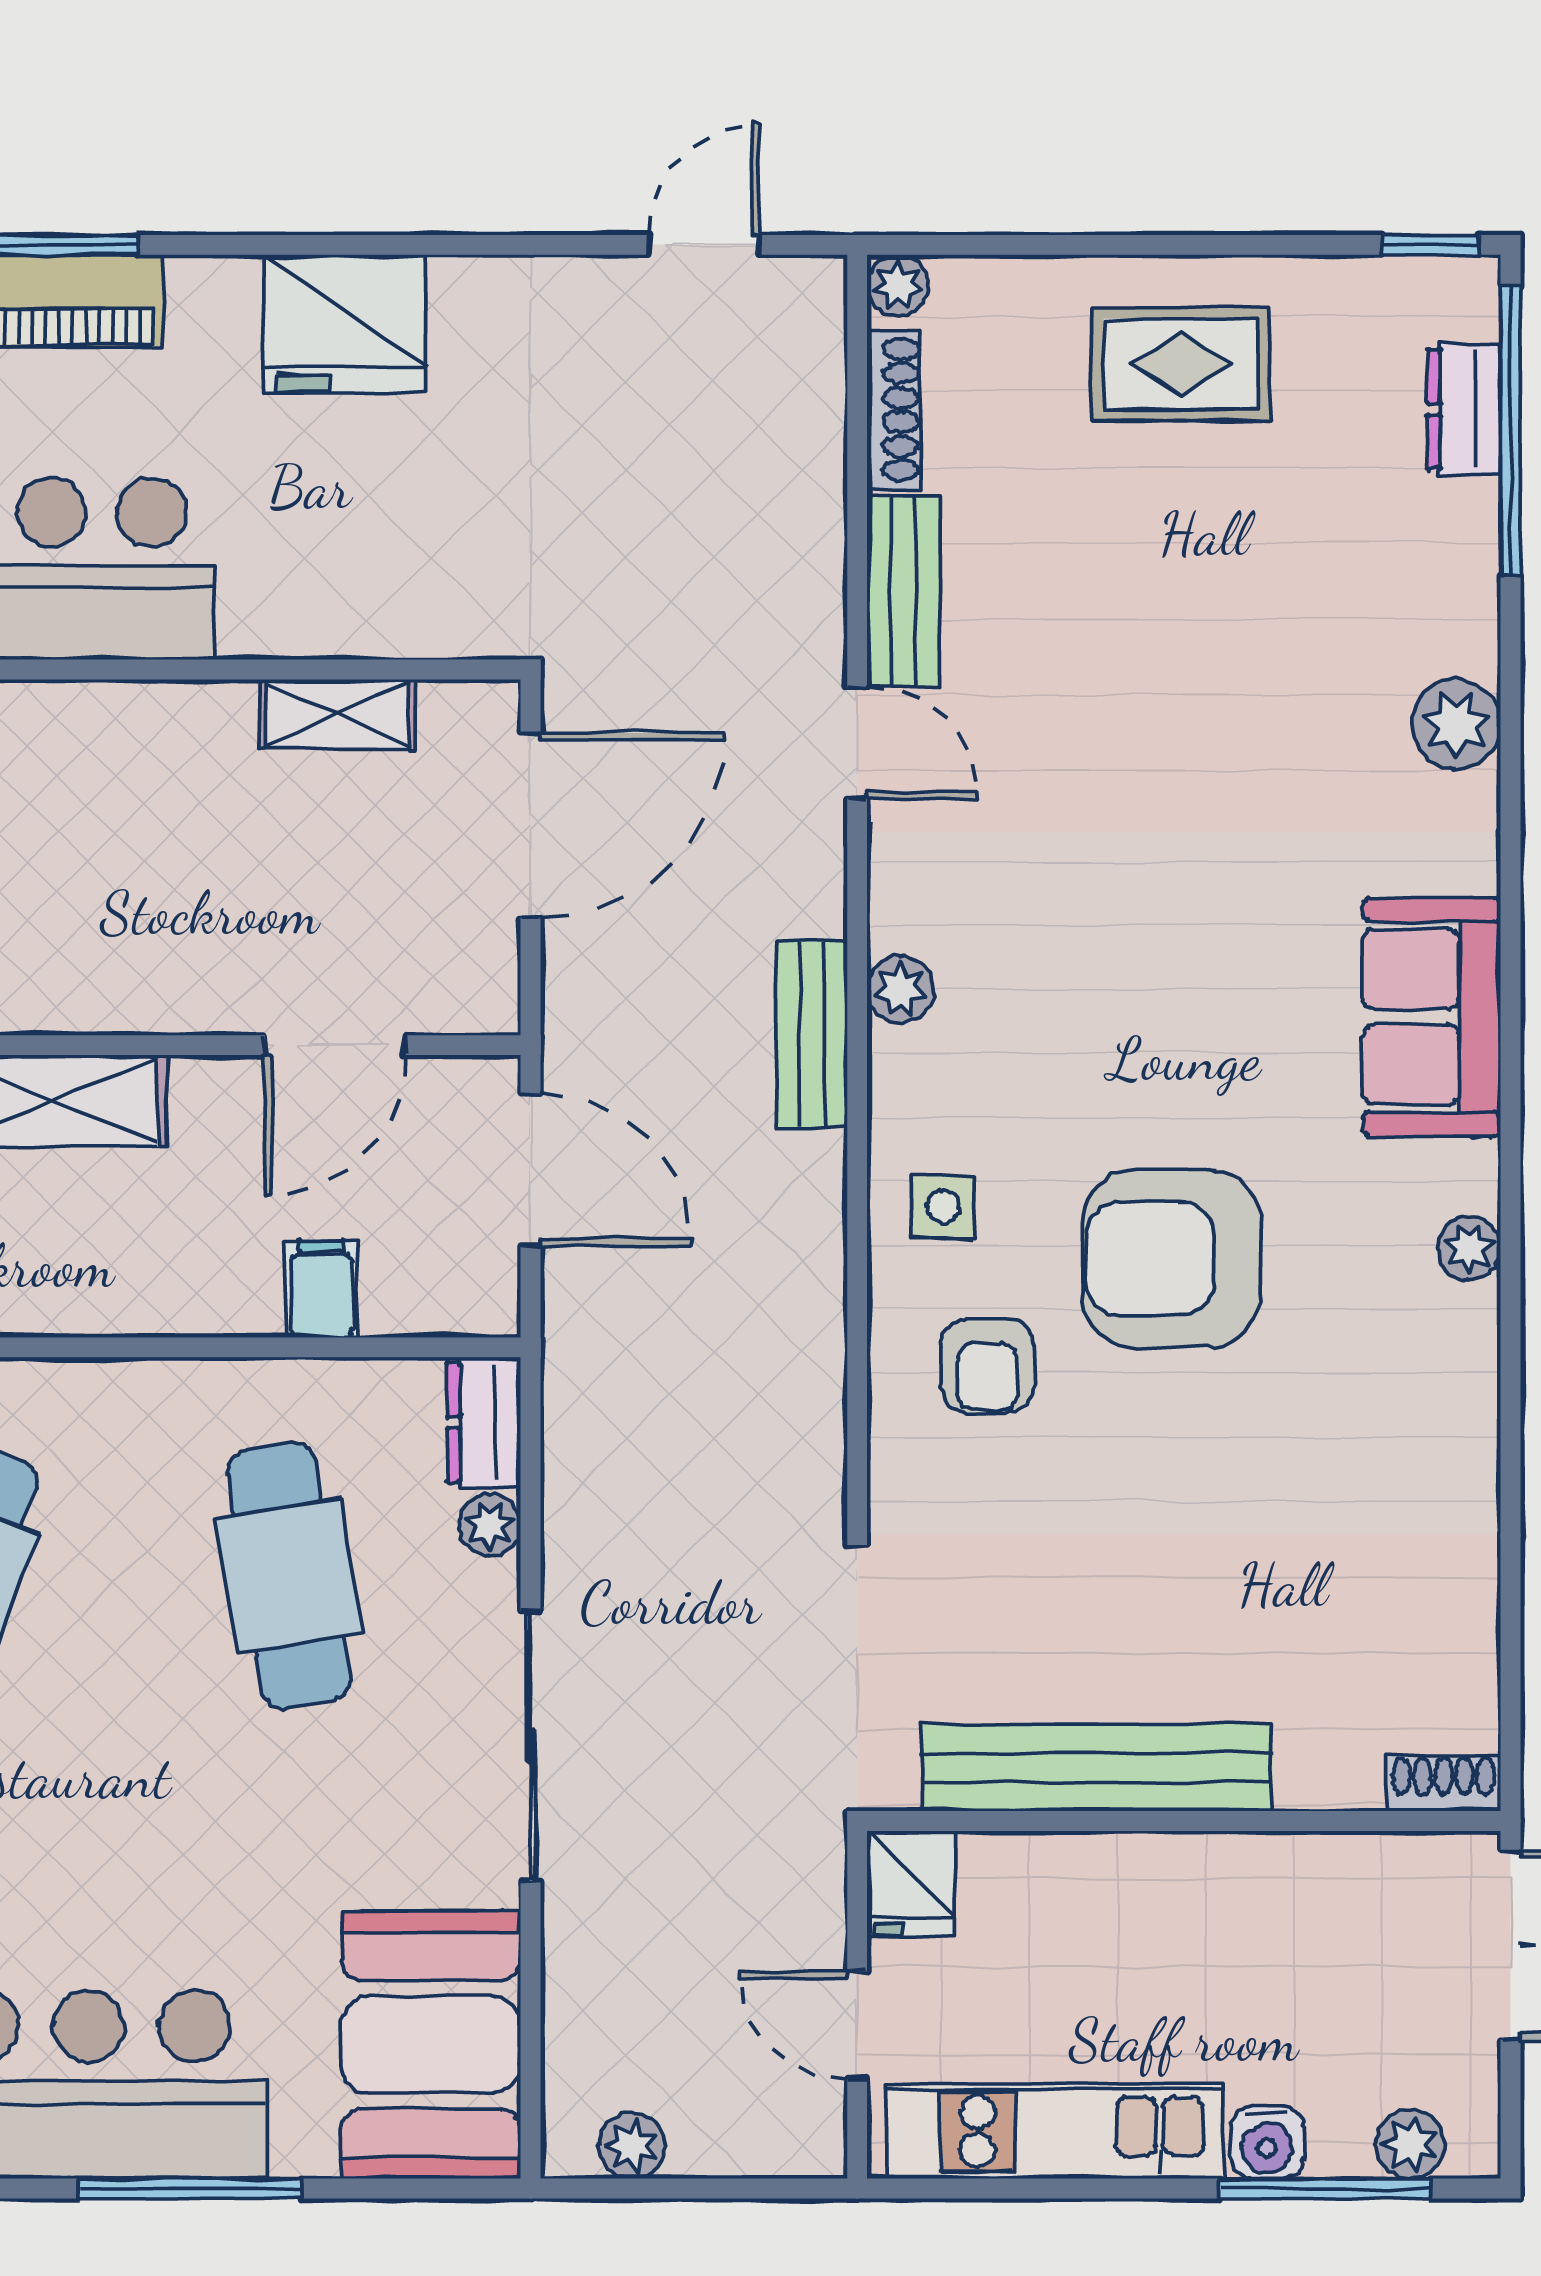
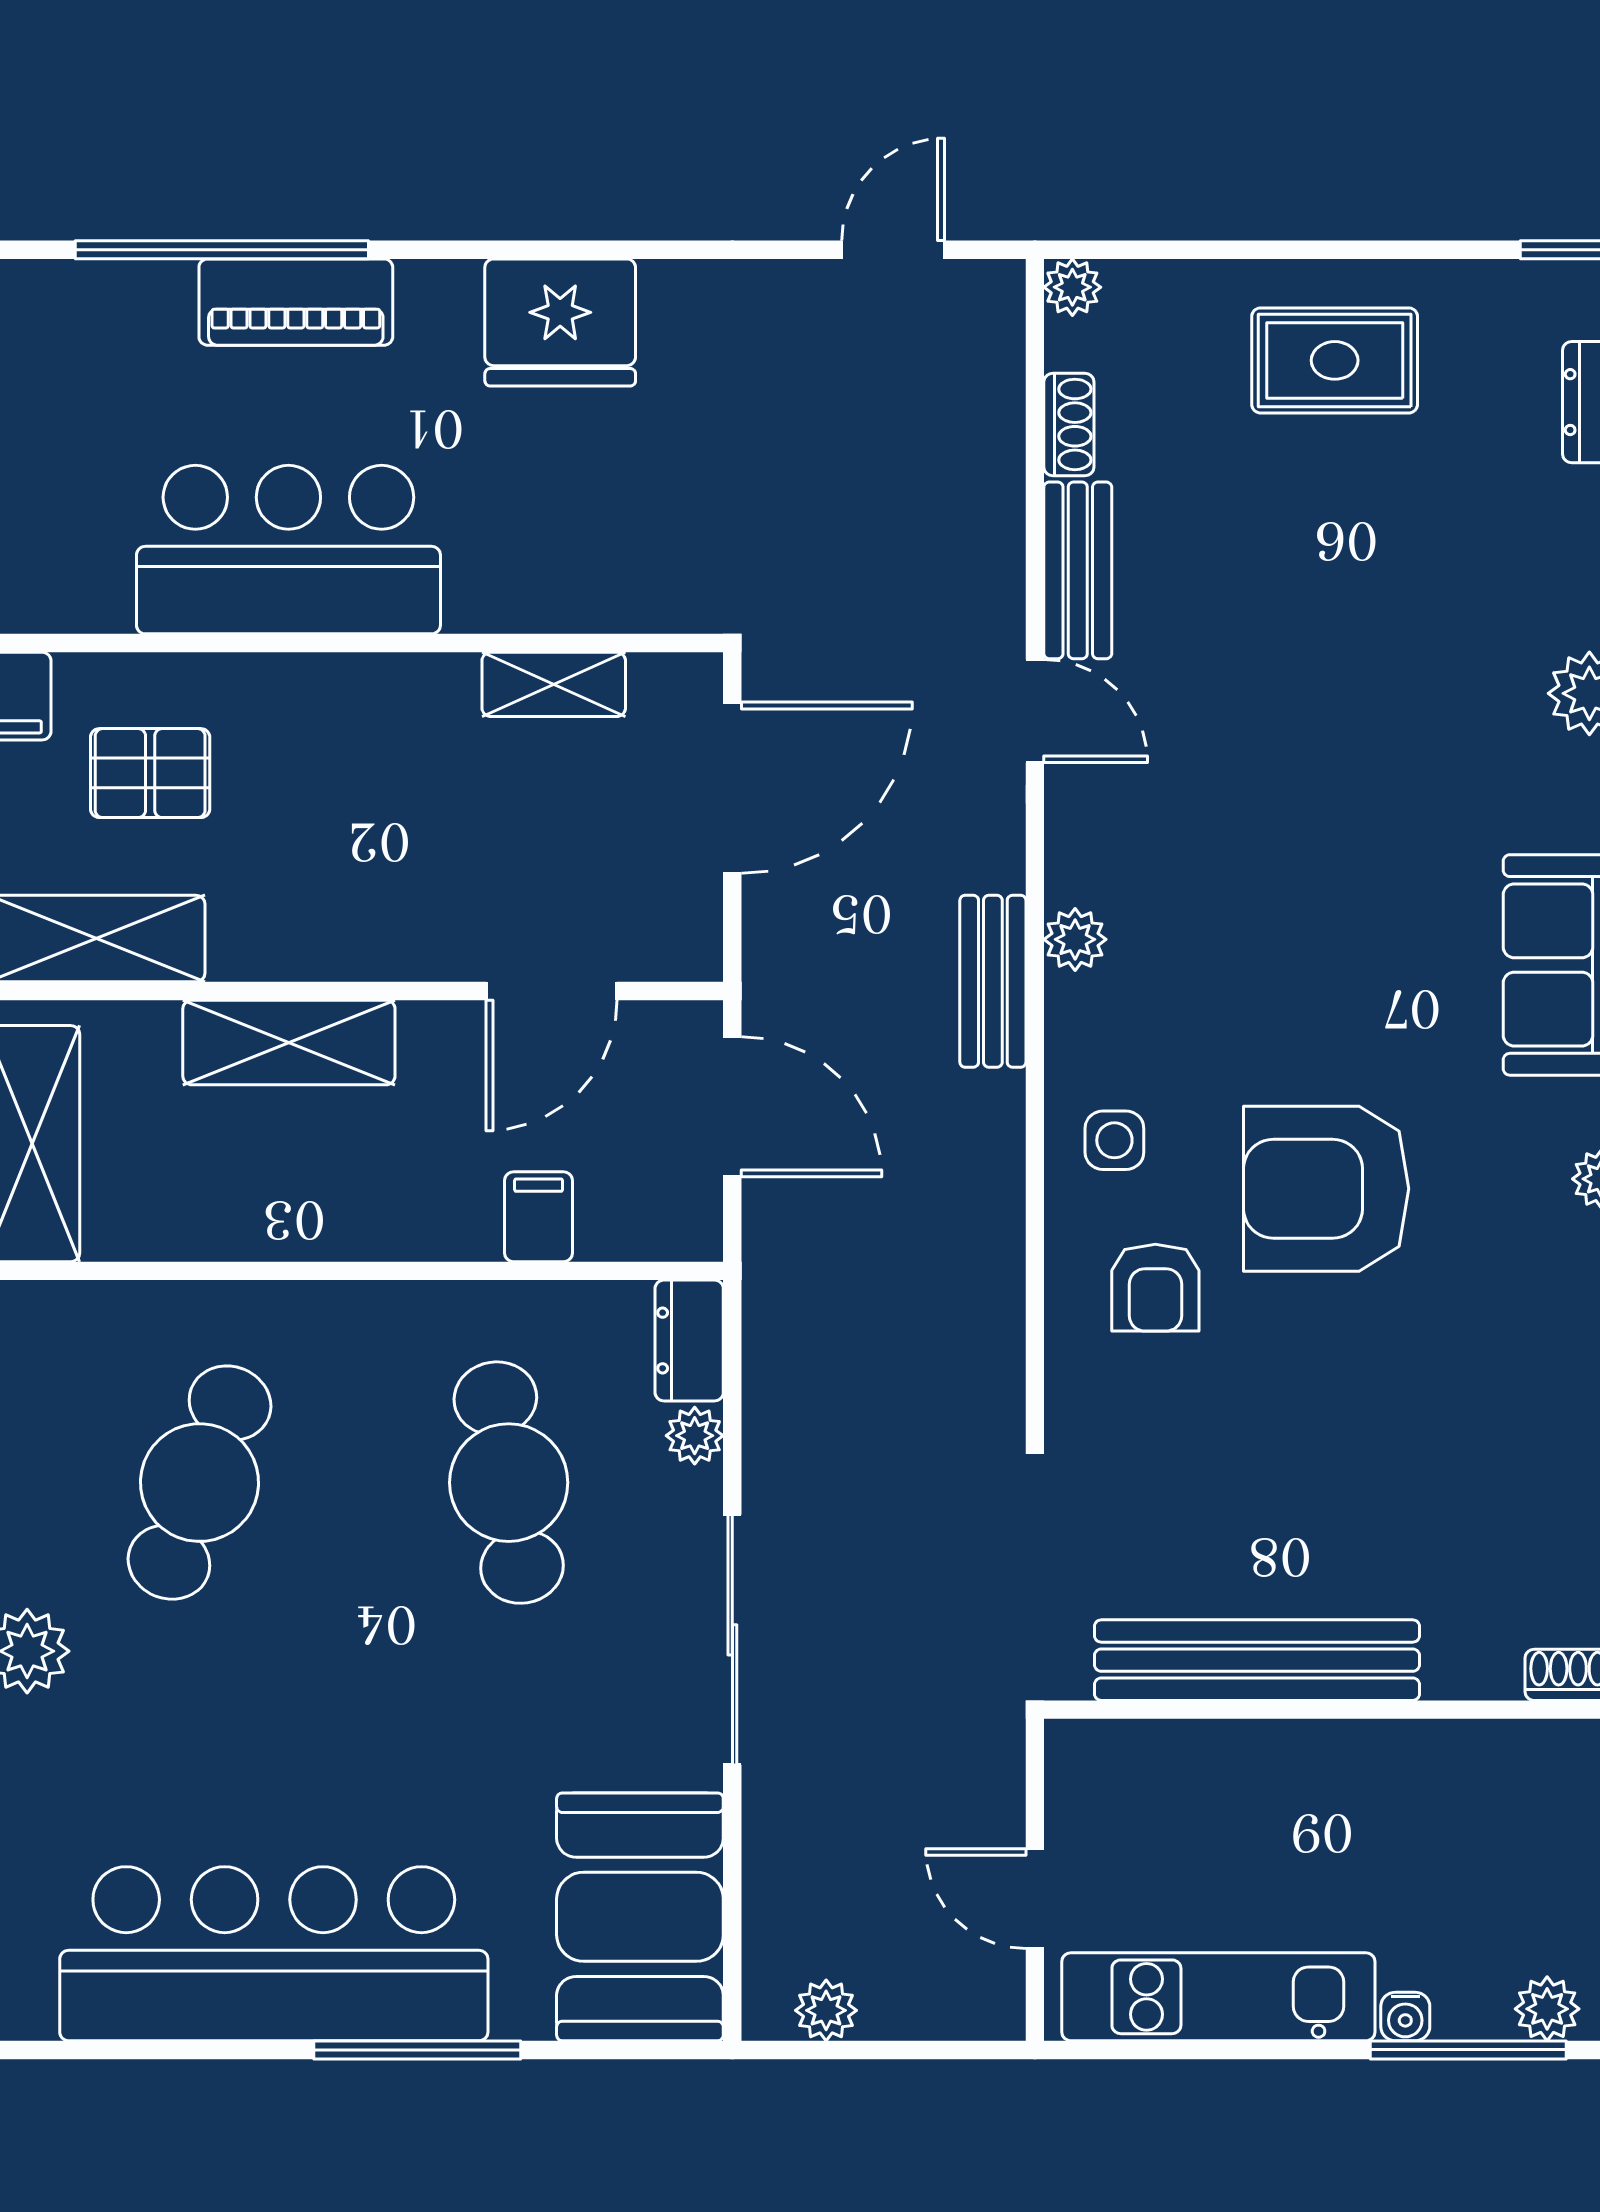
shoe rack: (894, 410) -> (1069, 424), width x0.70
fridge: (911, 1883) -> (1085, 1767), removed
water cooler: (1267, 2142) -> (1405, 2016), width x0.72, depth x0.72

